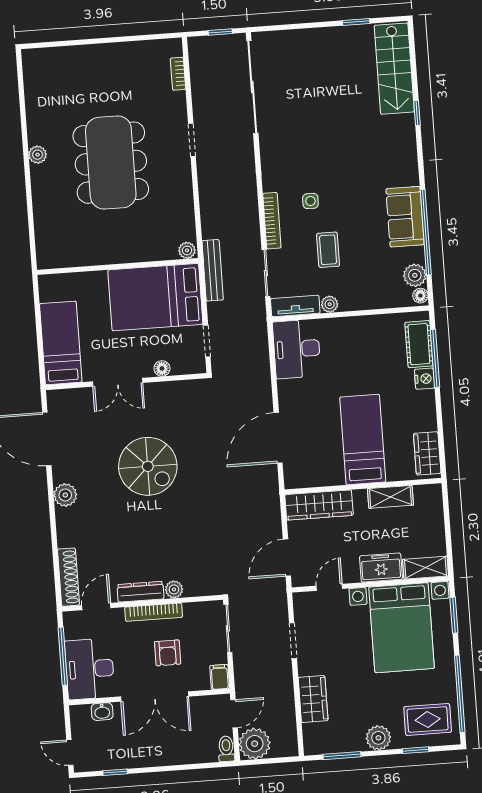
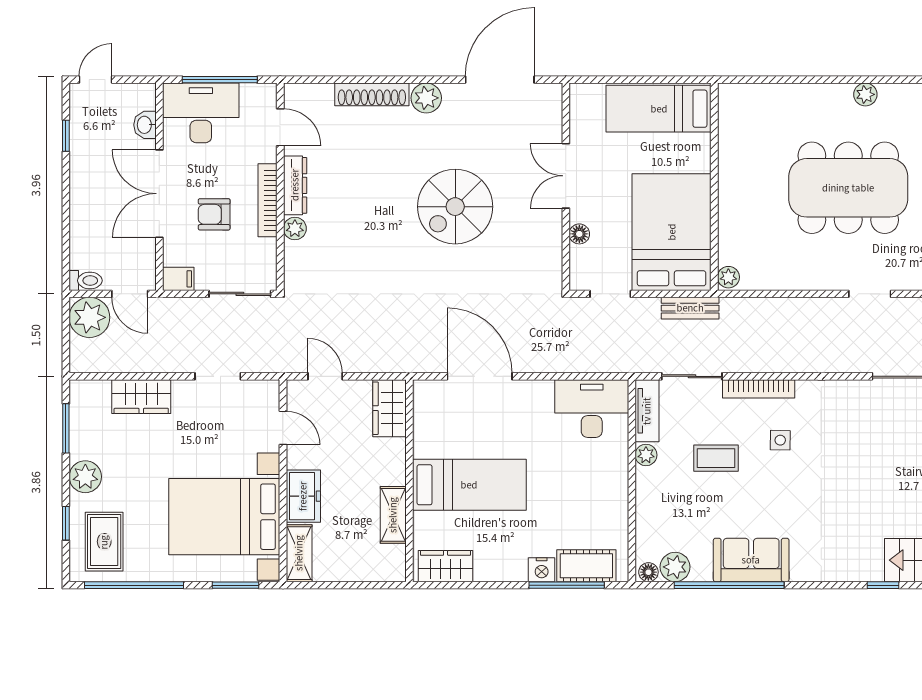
bench: (213, 270) -> (690, 308), width x0.73
bed: (61, 343) -> (659, 109), moved, turned 180
wardrobe: (319, 505) -> (389, 408), width x0.67
door: (287, 558) -> (325, 376), width x0.73
shoe rack: (68, 577) -> (372, 94), moved

